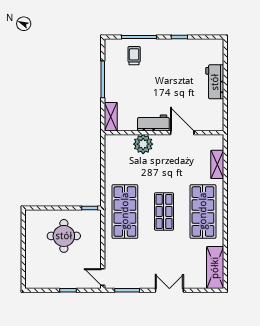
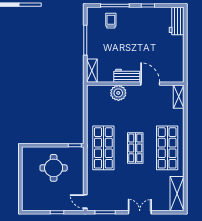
workbench: (215, 82) -> (177, 21), moved
shelving: (217, 164) -> (179, 97), moved

